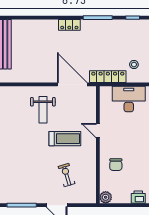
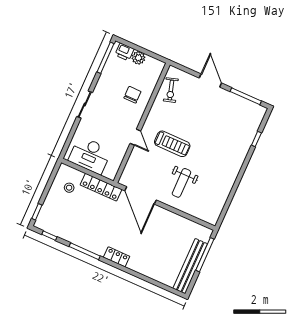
weight bench: (43, 110) -> (181, 183), turned 180
treadmill: (65, 139) -> (172, 144), turned 180
exercise bike: (67, 175) -> (171, 90), moved
plant: (106, 197) -> (138, 58), moved

